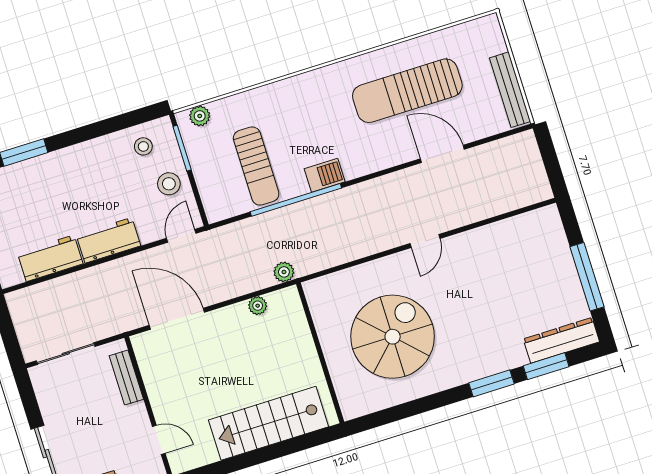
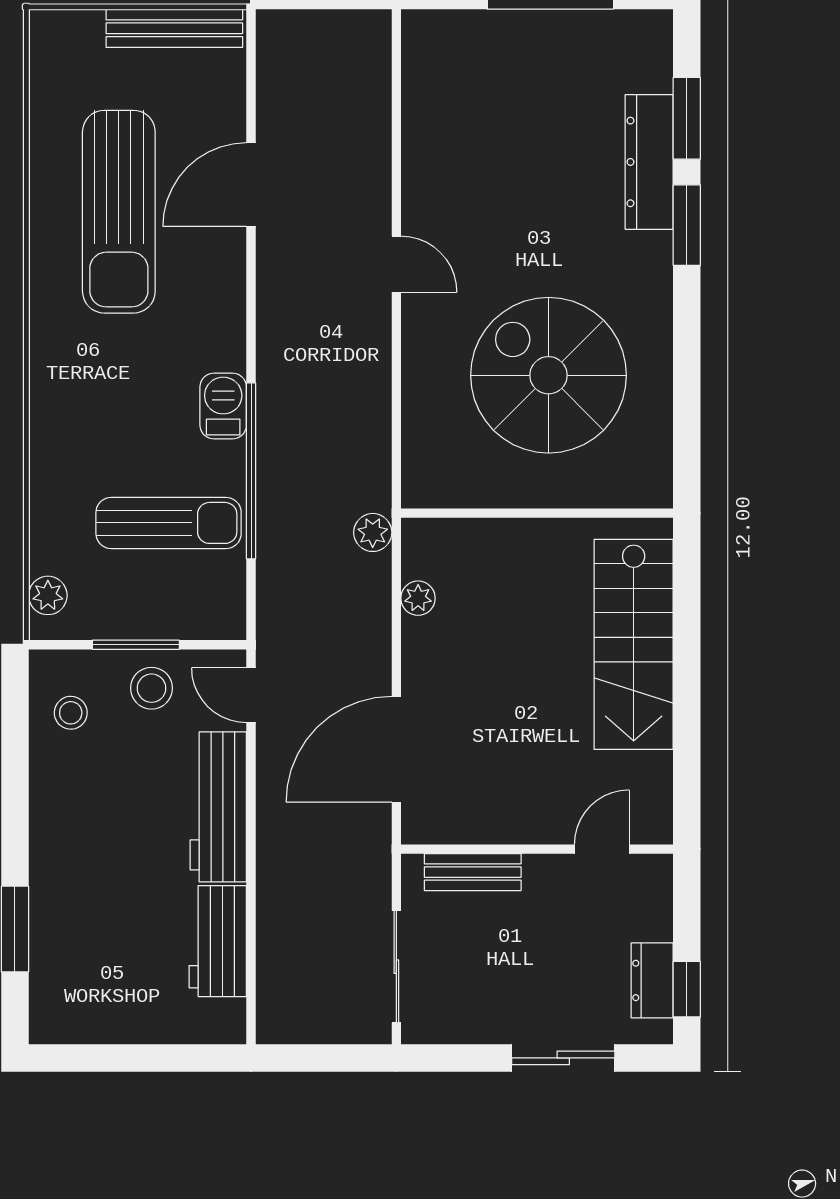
window: (182, 148) -> (136, 645), moved
workbench: (108, 240) -> (218, 807), width x1.38
dresser: (561, 340) -> (649, 162), moved

